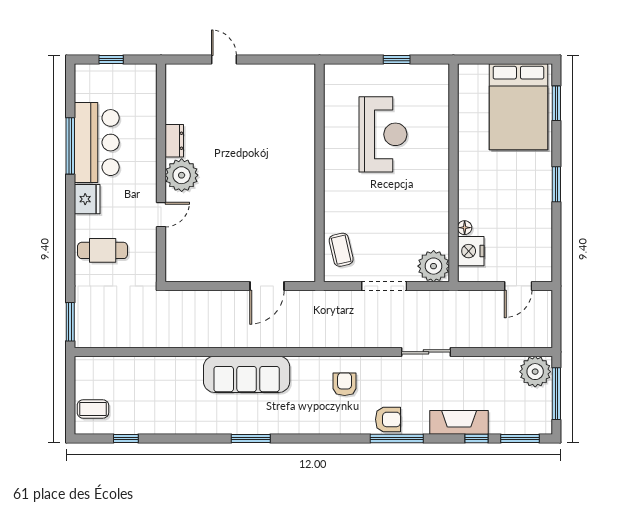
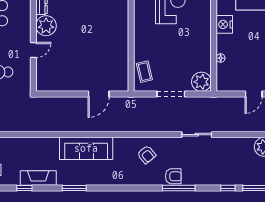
nightstand: (471, 251) -> (224, 24), moved
armchair: (345, 384) -> (147, 155), turned 141
fireplace: (459, 422) -> (38, 178), moved
window: (126, 438) -> (24, 188), moved
window: (251, 438) -> (74, 188), moved

